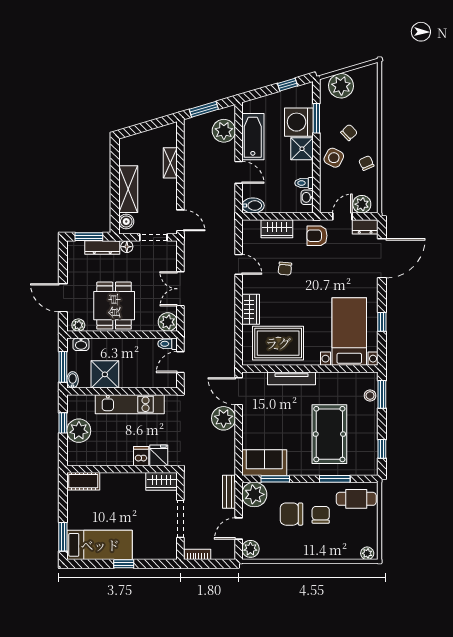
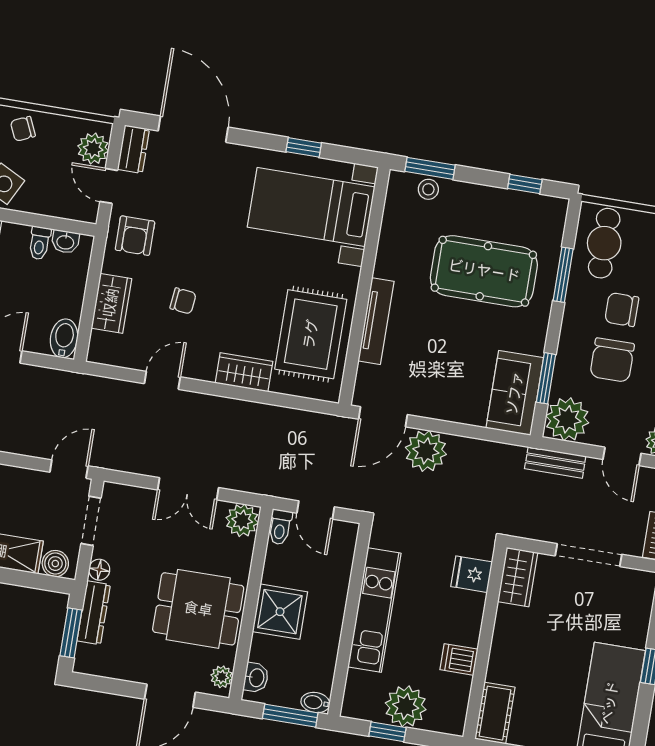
shower: (105, 374) -> (280, 612), moved
dishwasher: (141, 456) -> (459, 659), moved

